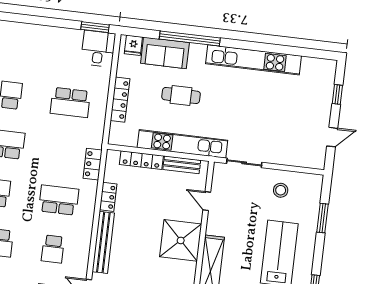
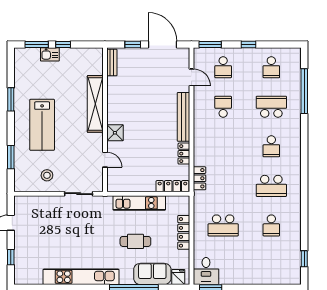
school desk: (70, 102) -> (223, 225), turned 180
kitchen unit: (182, 144) -> (139, 203), width x0.73
locker: (141, 160) -> (172, 186), moved
bench: (182, 165) -> (128, 186), removed
school desk: (59, 200) -> (223, 146), removed
shower: (181, 240) -> (115, 133), width x0.54, depth x0.54

